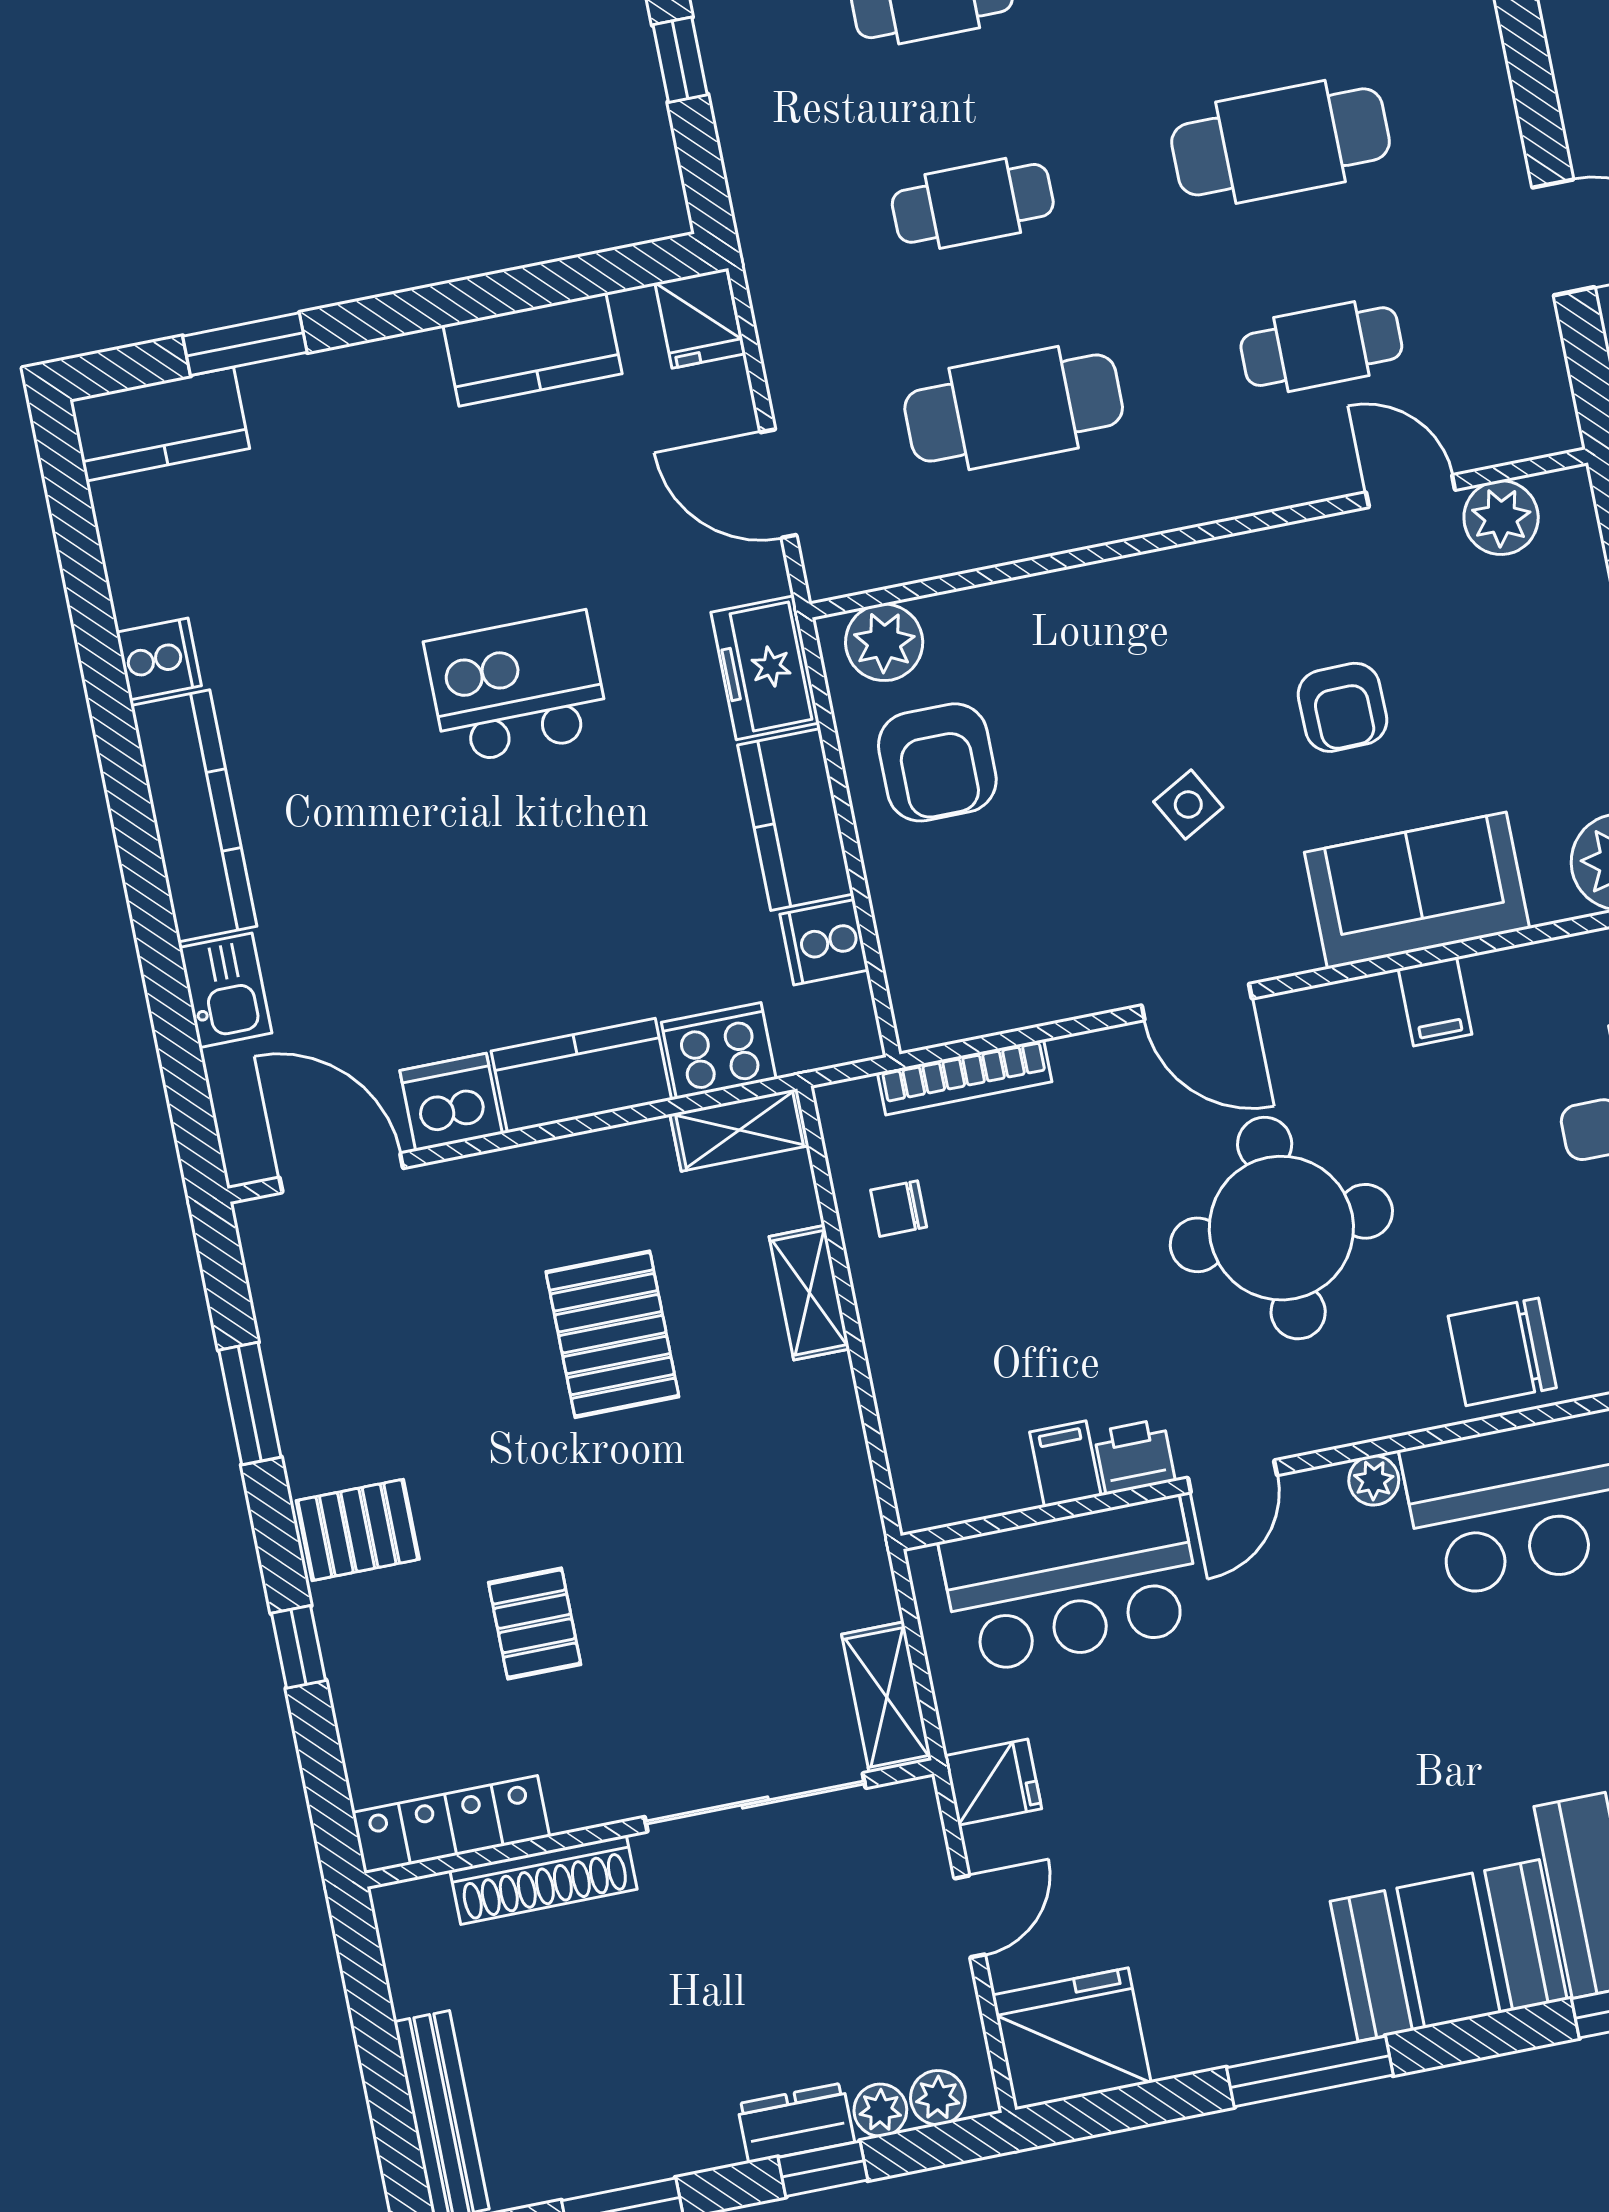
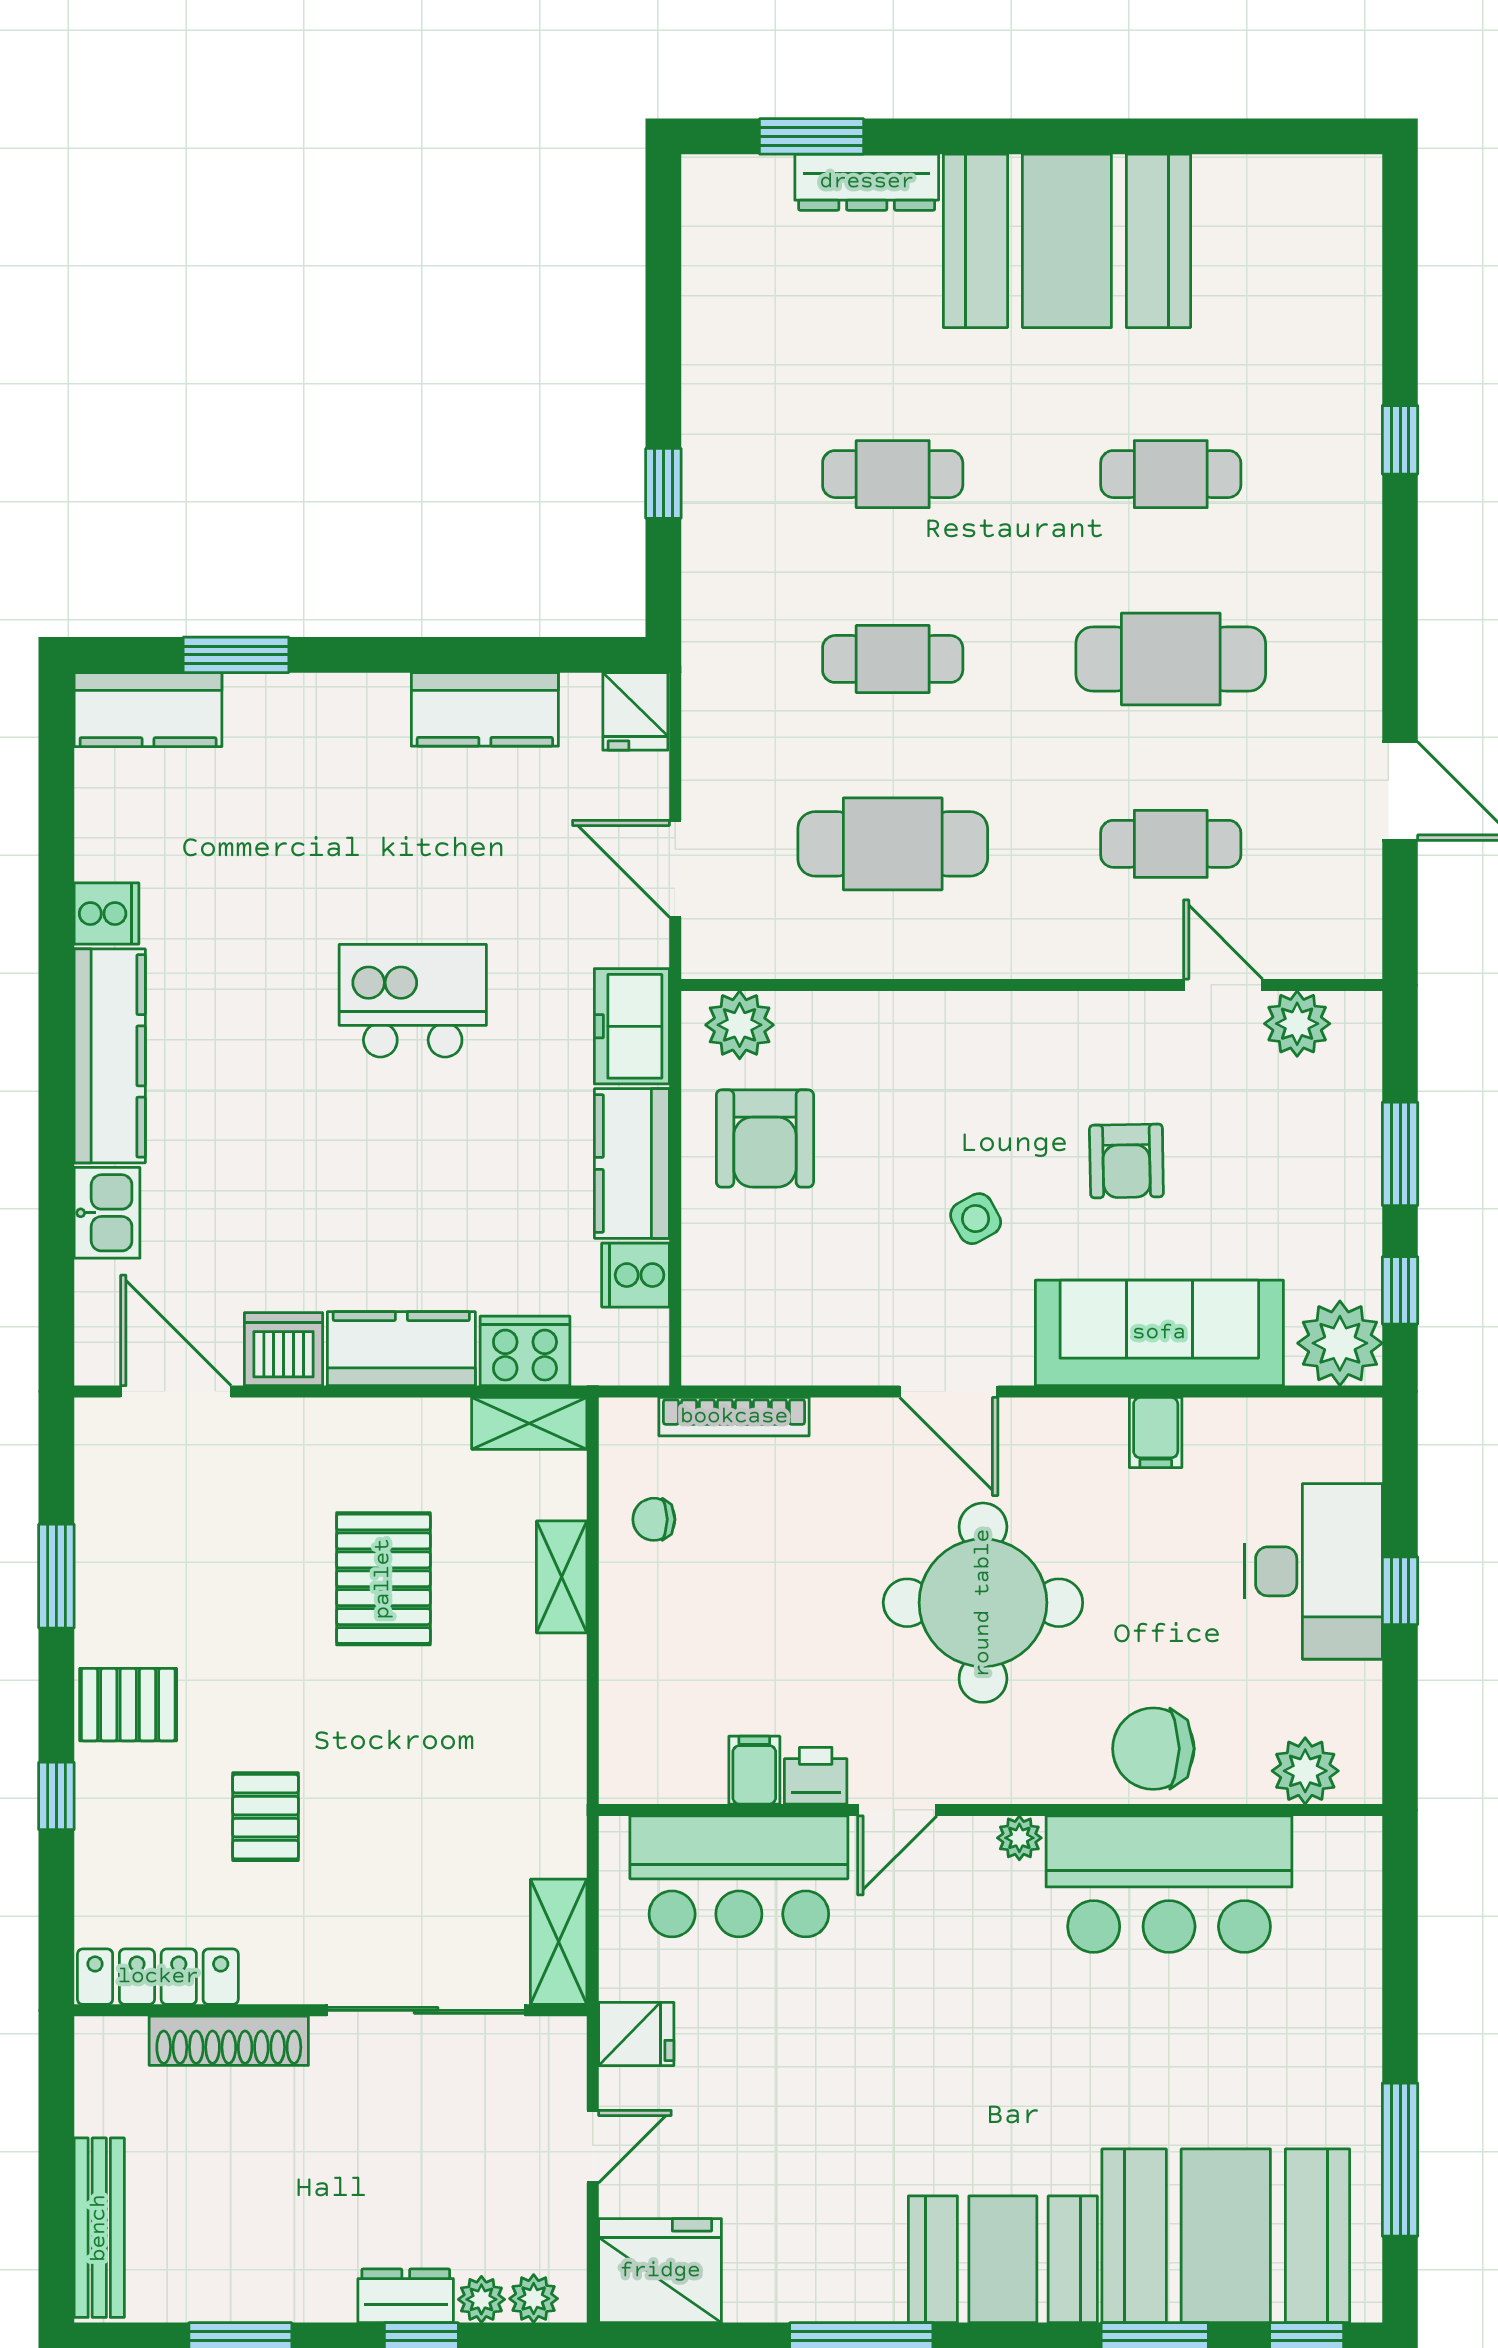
sofa: (1417, 890) -> (1159, 1333), width x1.36

